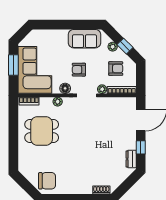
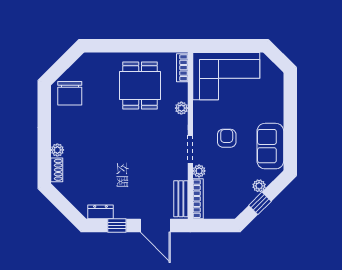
window: (13, 65) -> (233, 46), removed
armchair: (116, 69) -> (228, 190), removed
floor lamp: (65, 88) -> (200, 119), removed
bench: (122, 102) -> (181, 199), added
plant: (87, 190) -> (57, 150), added

